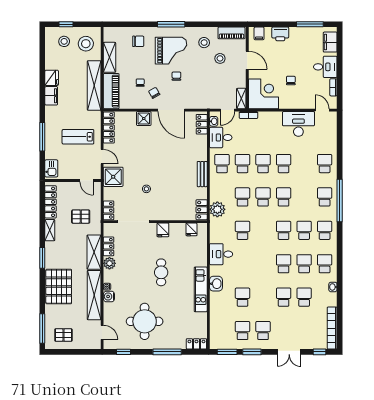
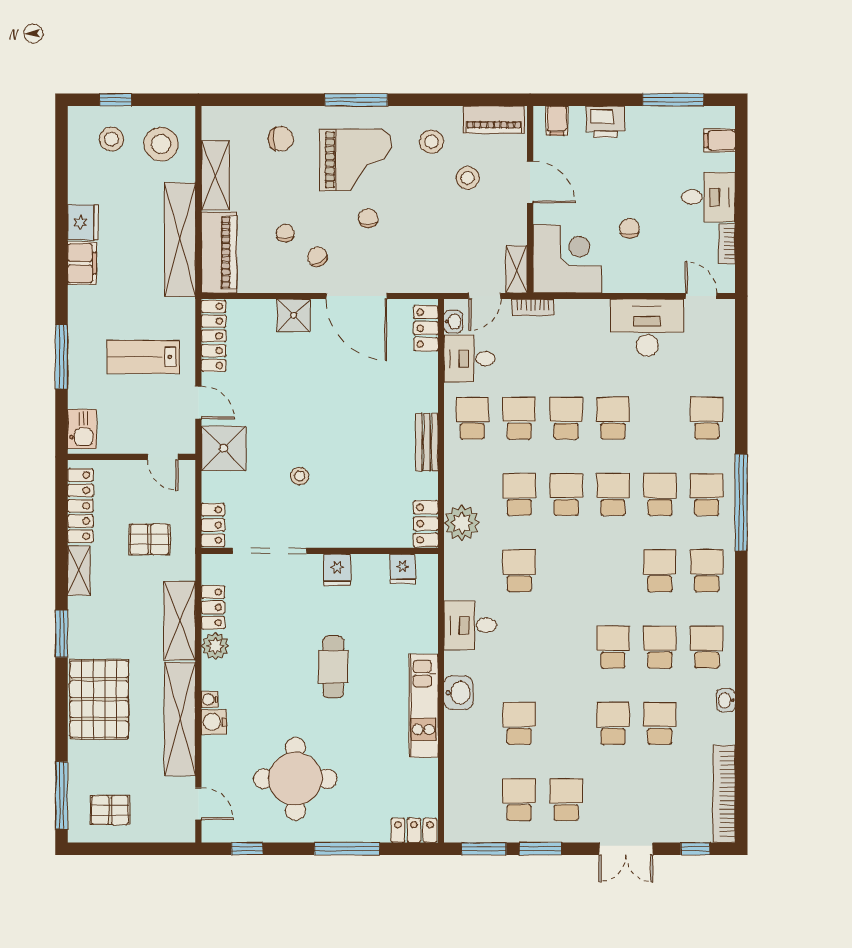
filing cabinet: (330, 42) -> (720, 140), width x0.50
school desk: (284, 230) -> (660, 494), moved

